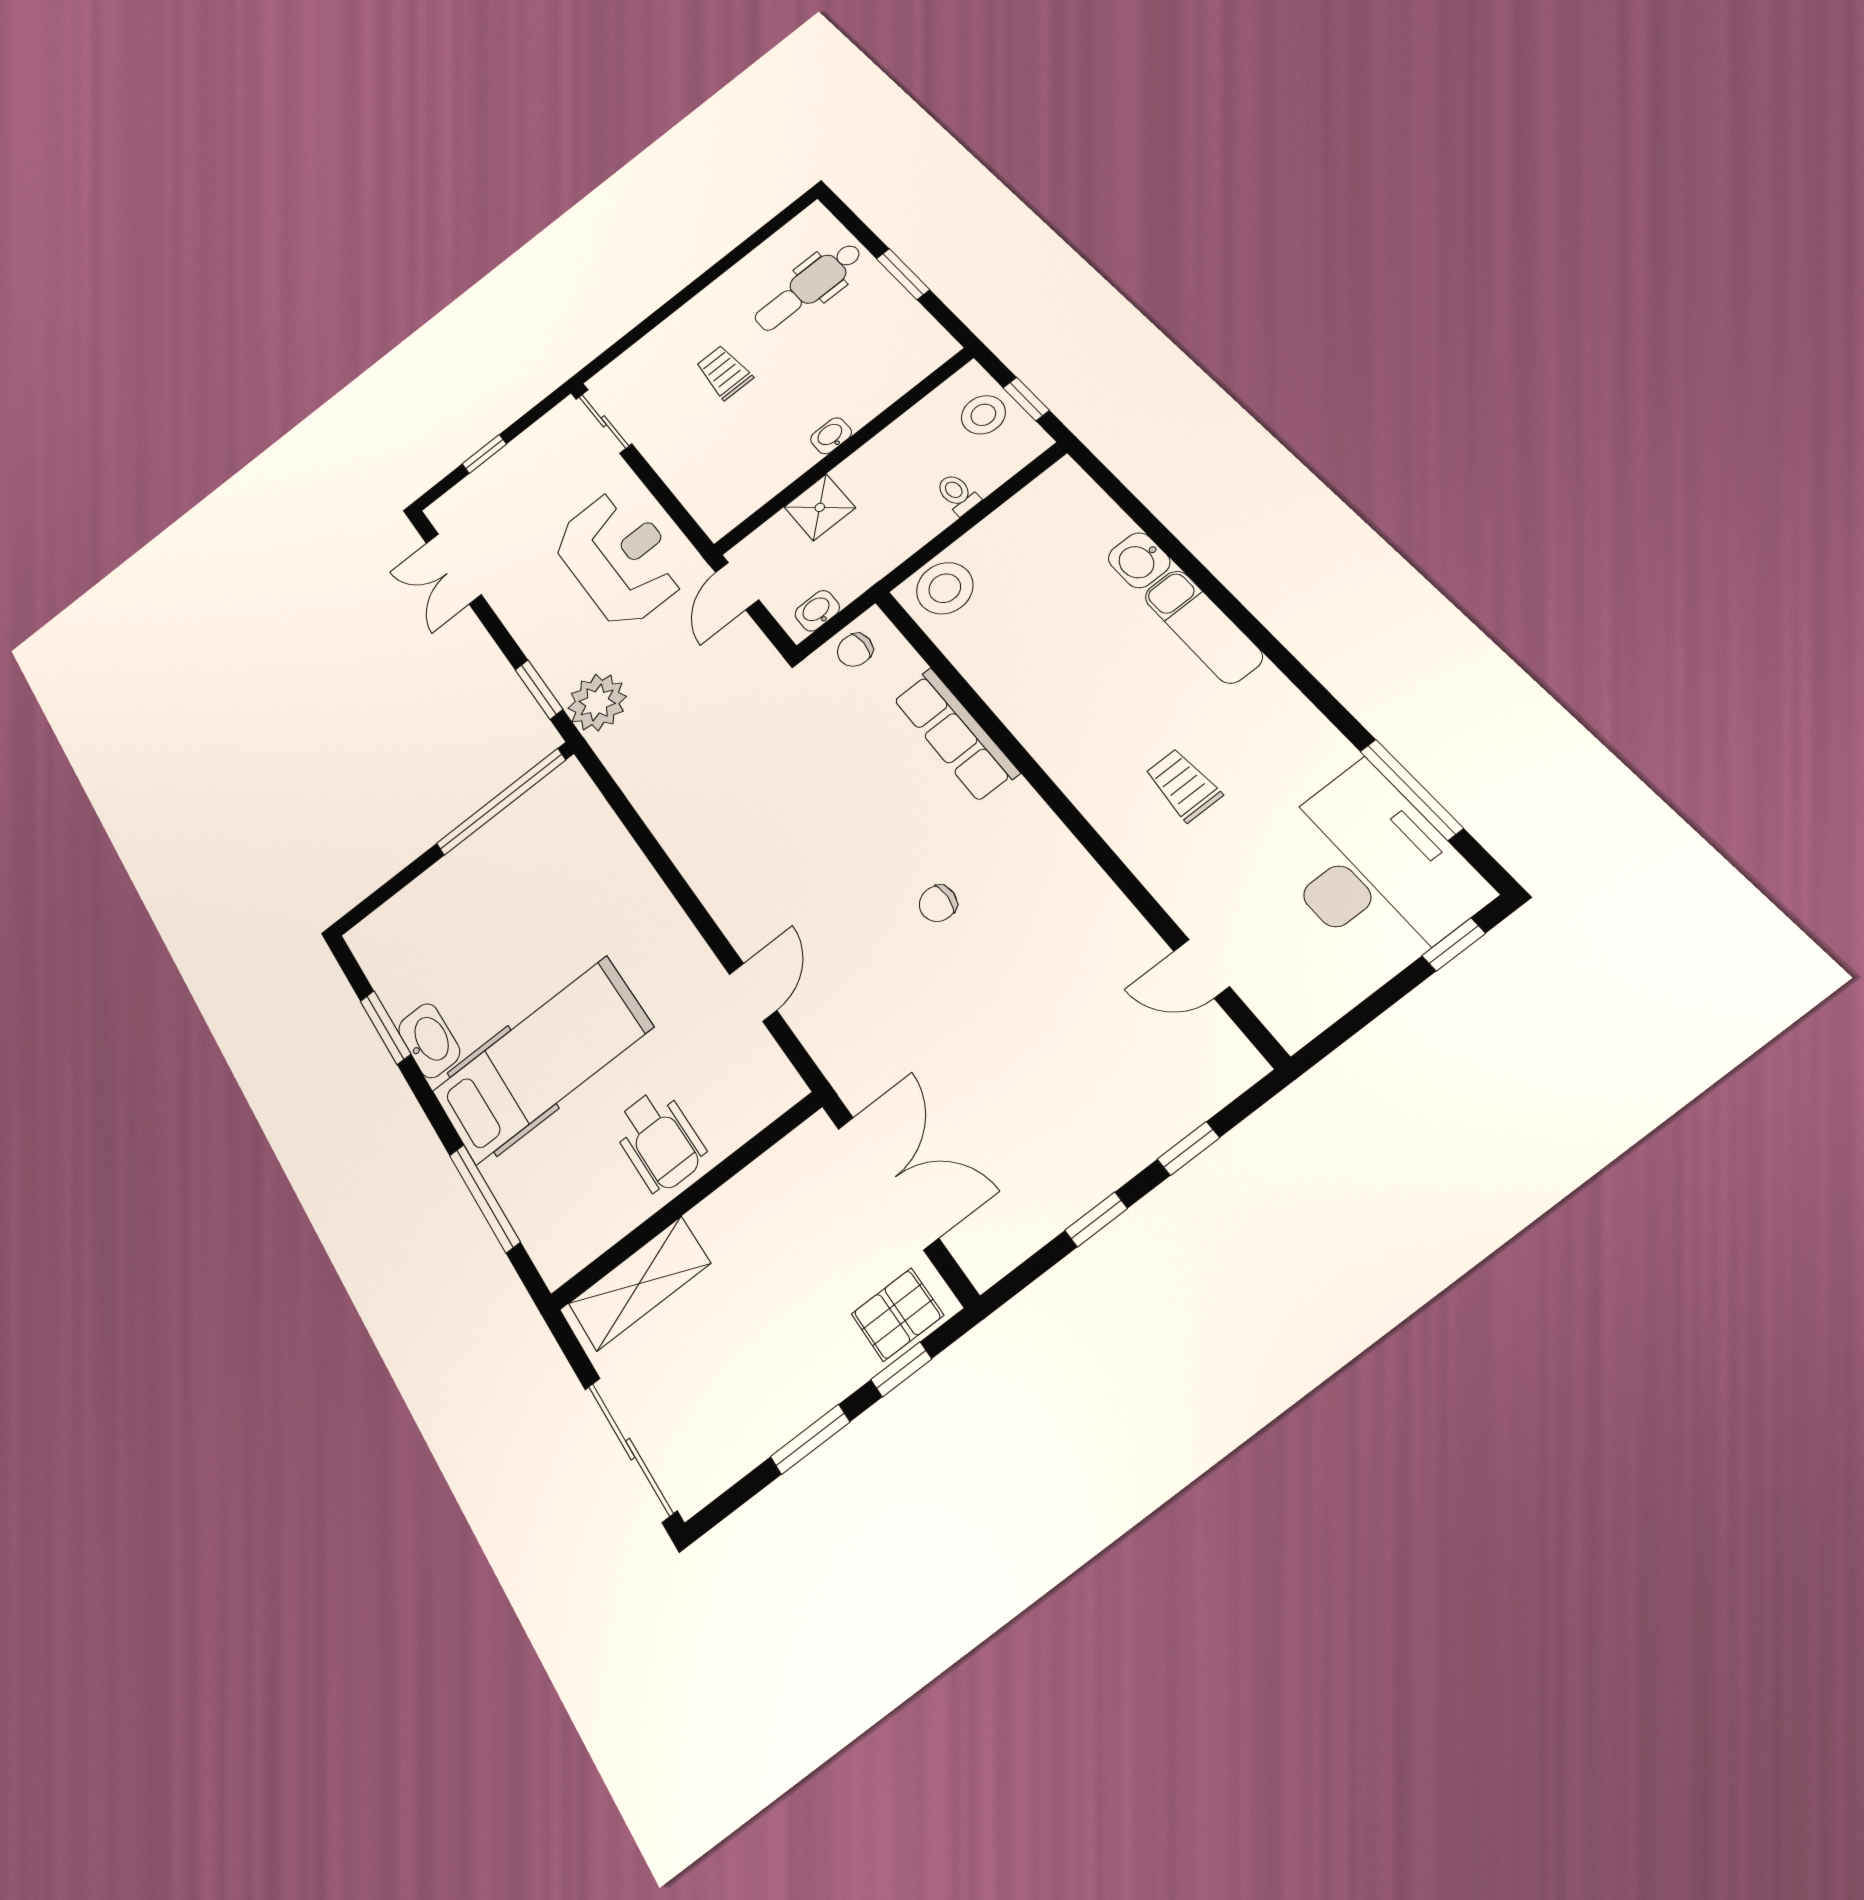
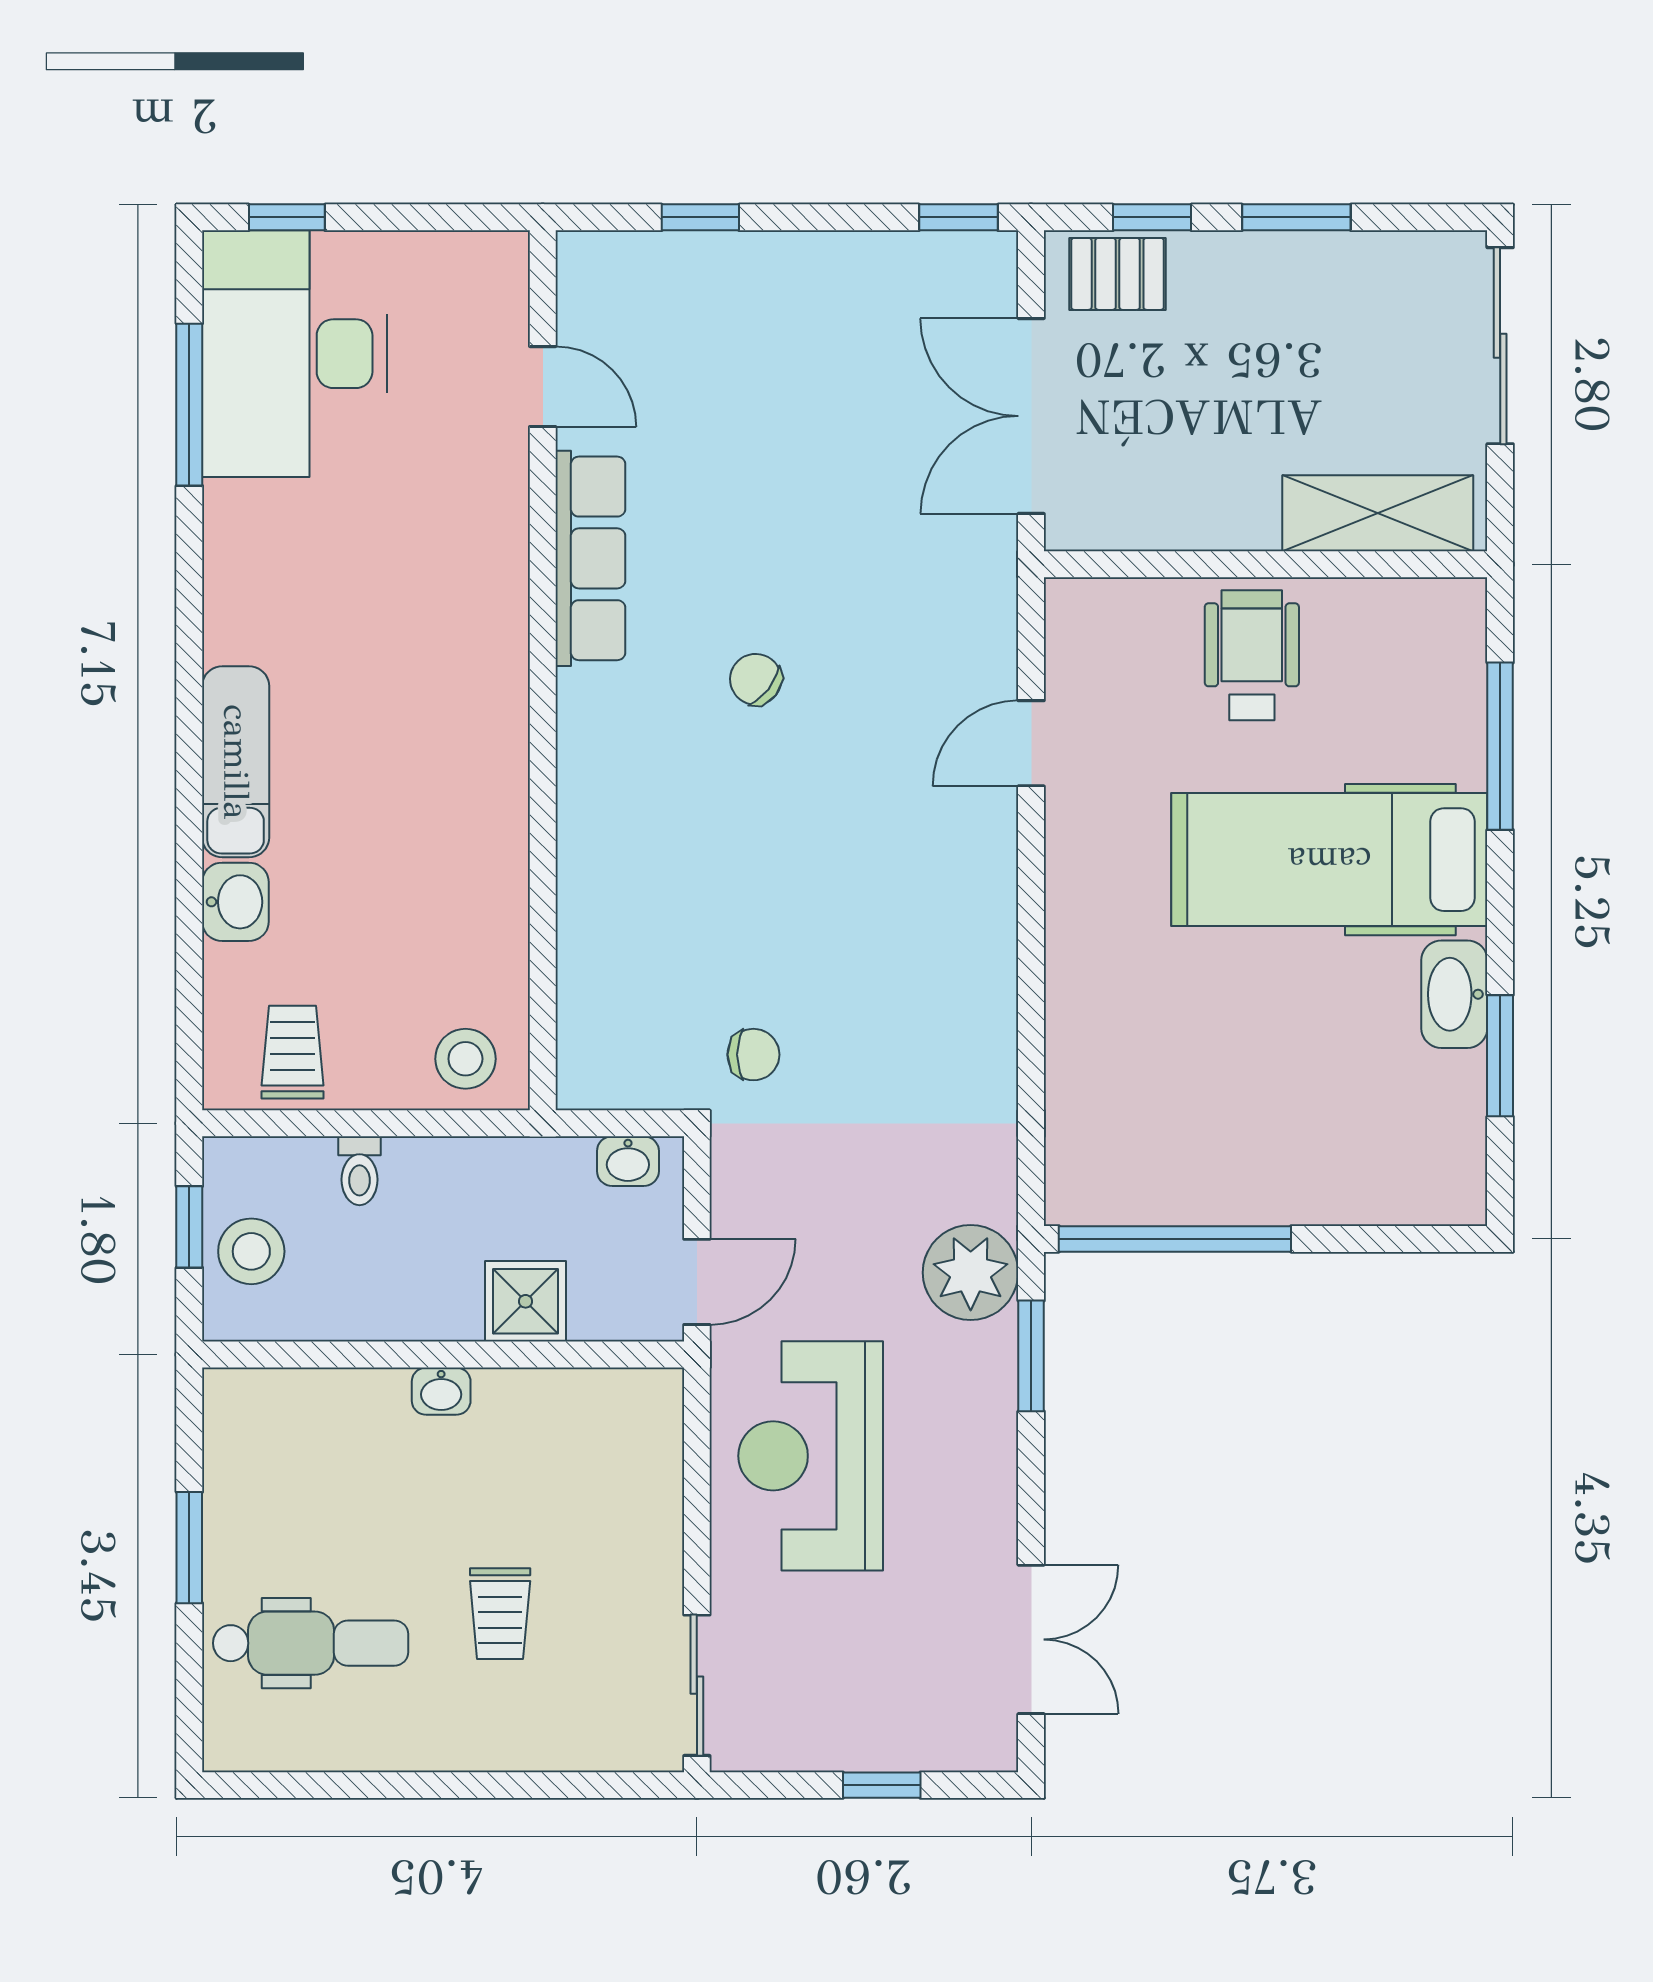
stool: (945, 588) -> (465, 1059), width x0.73, depth x0.73
chair: (855, 650) -> (753, 1055), moved
row of seats: (955, 735) -> (590, 558), moved
trolley: (1183, 785) -> (293, 1052), moved, turned 180
chair: (938, 903) -> (756, 679), turned -145
window: (1096, 1219) -> (959, 217), moved

